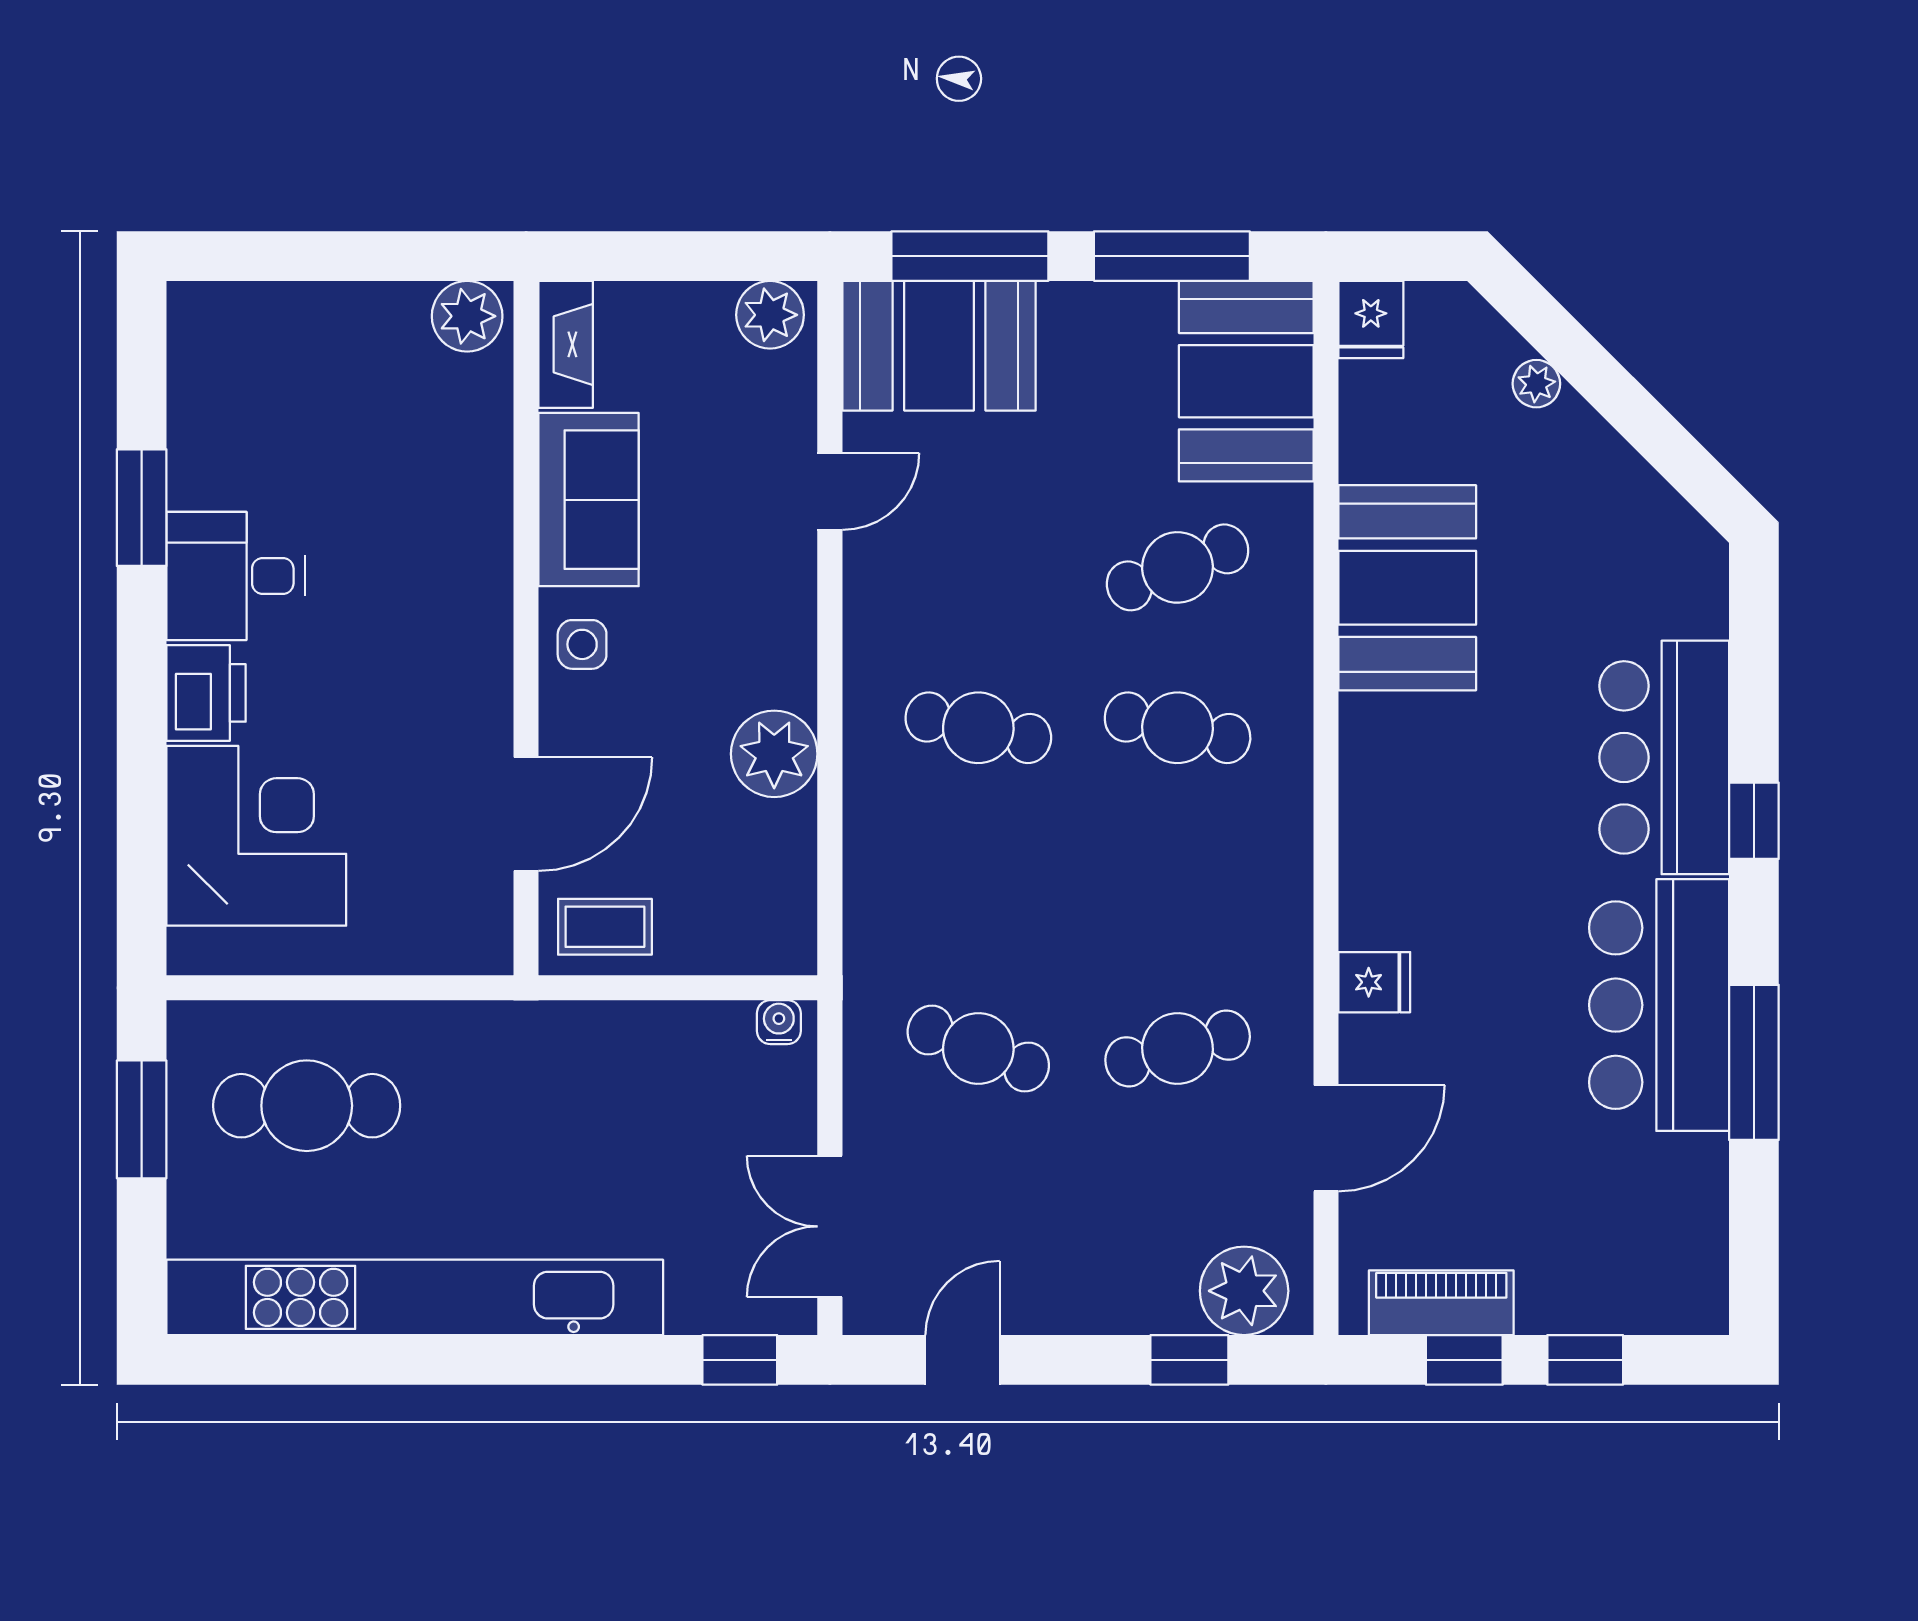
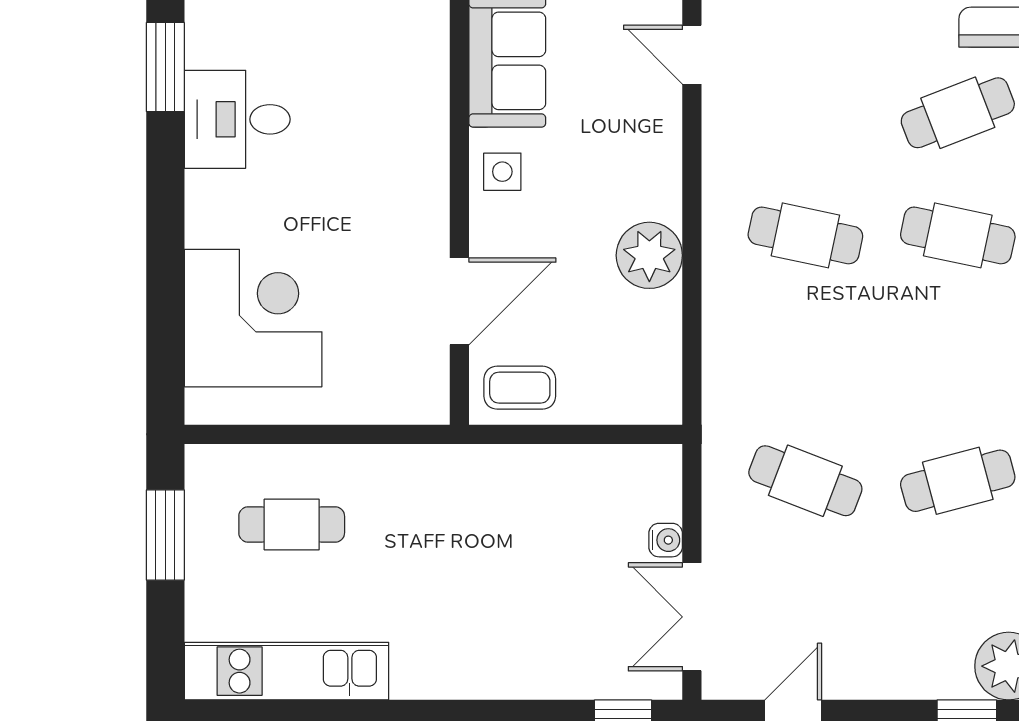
door: (830, 491) -> (692, 55), swing flipped
printer: (206, 693) -> (215, 209), removed
water cooler: (779, 1022) -> (666, 540), moved, turned 90
cafe table: (307, 1106) -> (292, 524), width x0.73, depth x0.74
kitchen unit: (415, 1297) -> (287, 671), width x0.54

